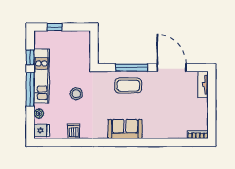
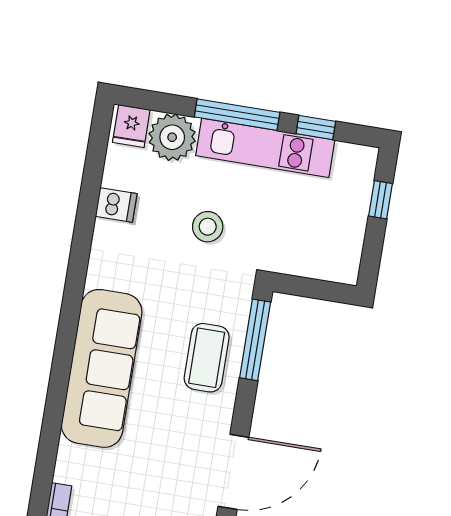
window: (132, 68) -> (255, 340), moved
plant: (39, 113) -> (172, 137), width x1.88, depth x1.88
sofa: (125, 129) -> (102, 368), width x1.85, depth x1.27

